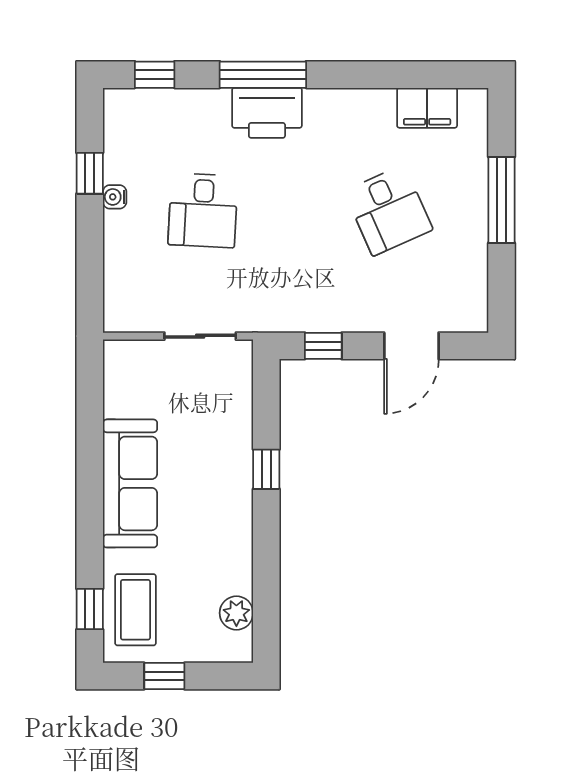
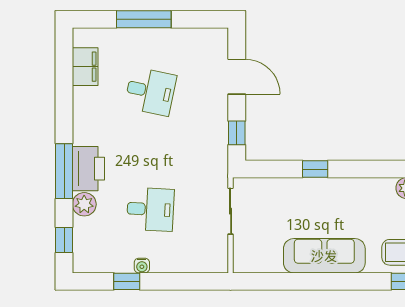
plant: (211, 106) -> (84, 204), added
desk: (388, 210) -> (150, 91), turned 36

